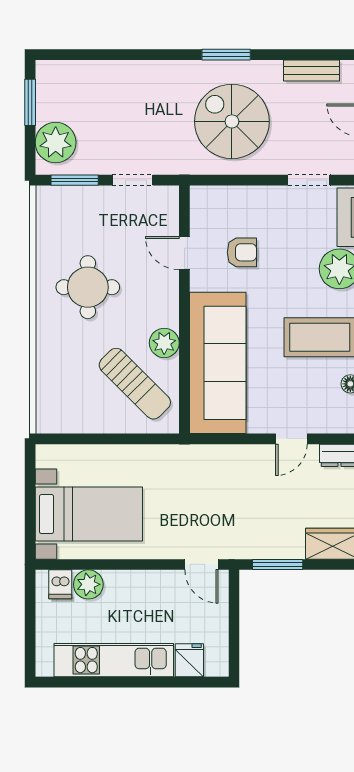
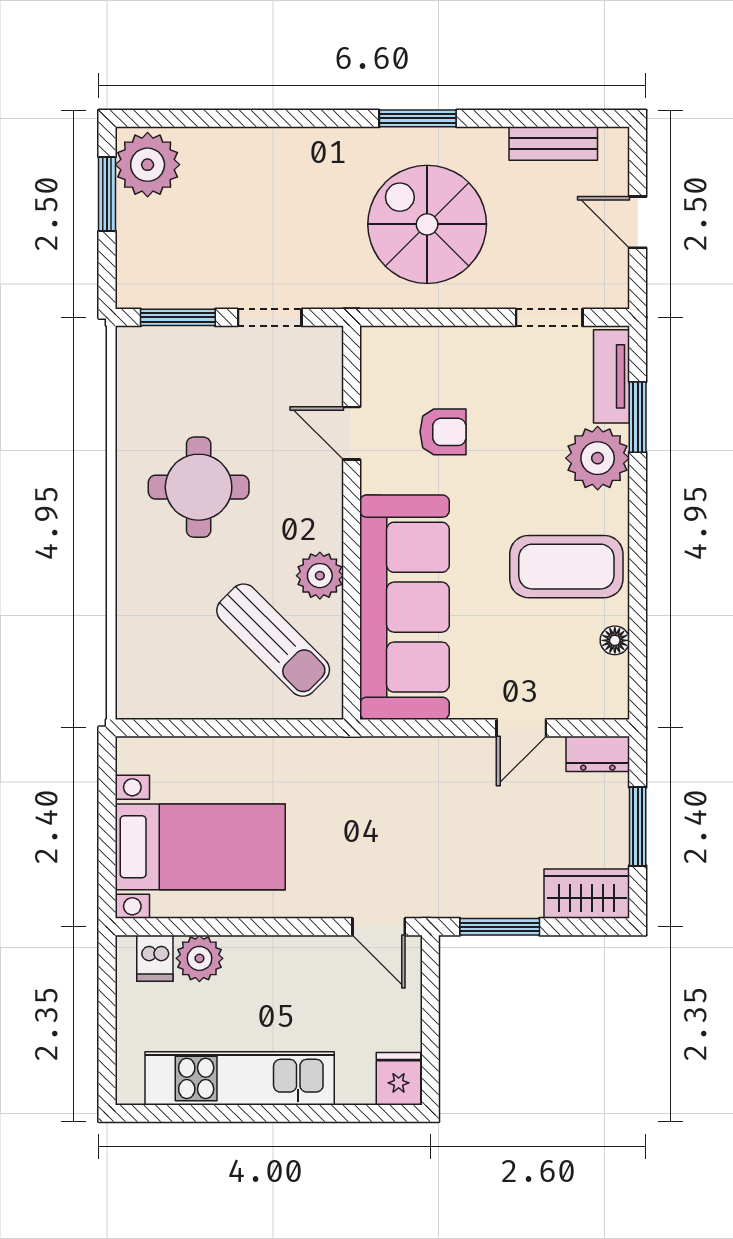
plant: (56, 143) -> (148, 165), moved
fridge: (189, 660) -> (399, 1079), moved

